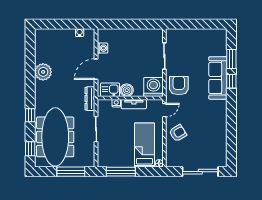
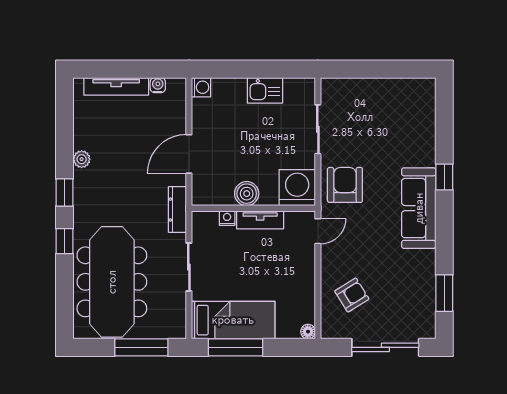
tv unit: (57, 33) -> (116, 86), added
washing machine: (102, 48) -> (201, 87), moved
window: (231, 59) -> (444, 293), moved
plant: (43, 72) -> (82, 159), width x0.53, depth x0.53
sofa: (218, 78) -> (419, 208), moved
kitchen sink: (110, 90) -> (265, 90), moved, turned 180
armchair: (178, 133) -> (352, 295), moved
bed: (144, 145) -> (233, 320), moved, turned 90
window: (30, 149) -> (65, 193), moved

